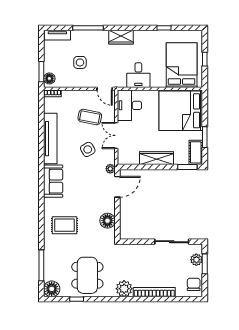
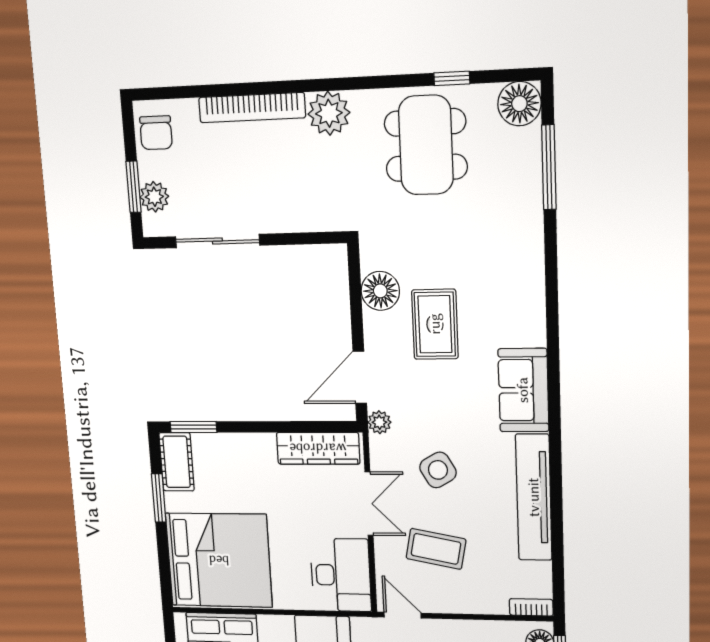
wardrobe: (157, 158) -> (318, 448), moved
rug: (65, 225) -> (435, 324), moved, turned 90

